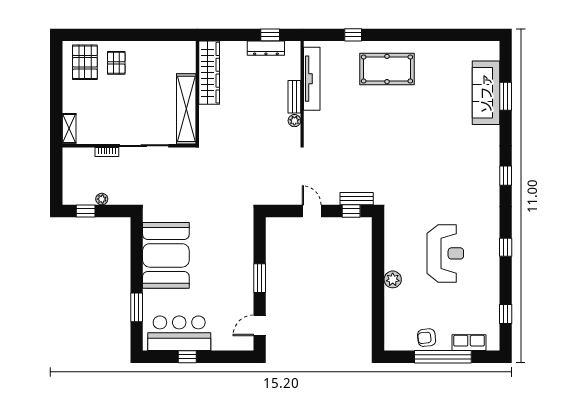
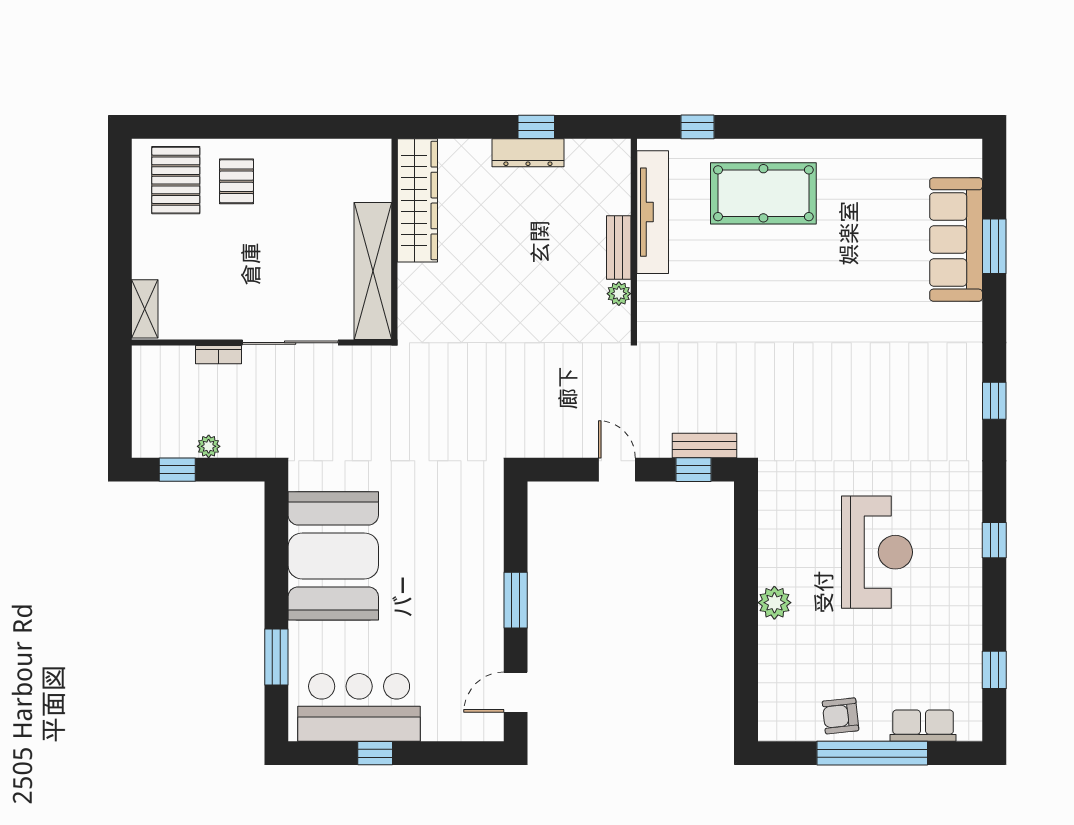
tv unit: (312, 79) -> (653, 212), moved
wall: (302, 93) -> (634, 239), moved
bench: (294, 97) -> (619, 247), moved
plant: (294, 121) -> (619, 294), moved

